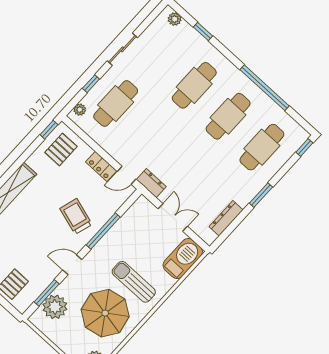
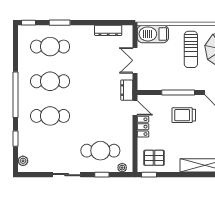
window: (265, 88) -> (15, 95), moved
window: (261, 195) -> (60, 23), moved
trolley: (76, 216) -> (184, 115), turned 73

